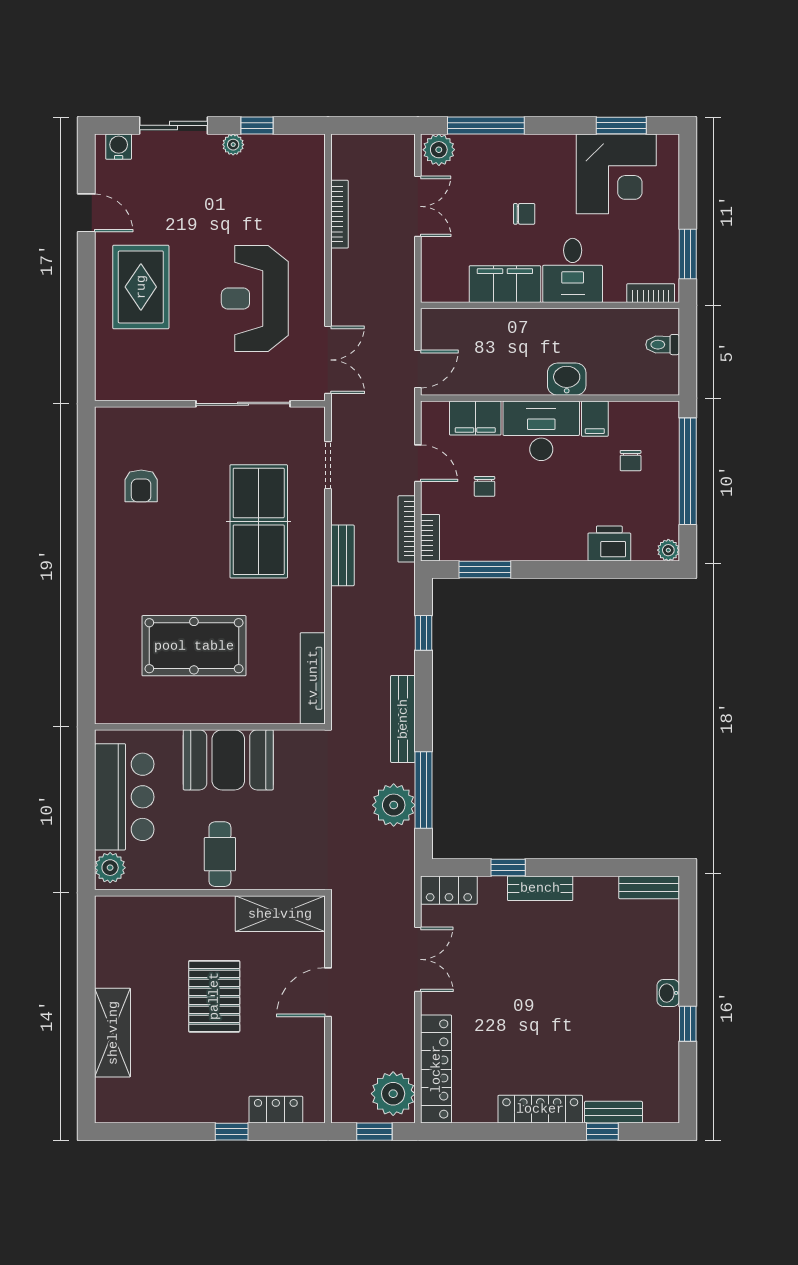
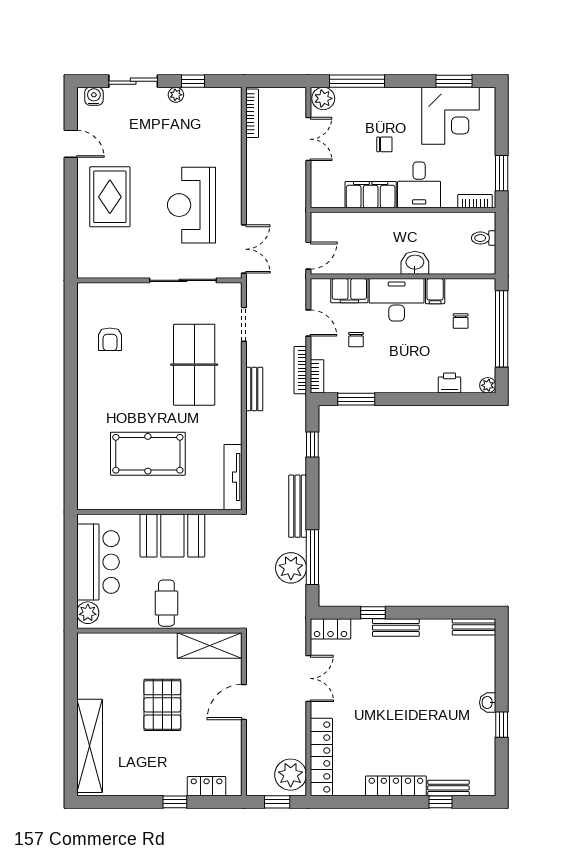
bookcase: (340, 214) -> (252, 113), moved
printer: (609, 544) -> (449, 383), width x0.73, depth x0.81
shelving: (113, 1033) -> (90, 746), width x1.47

